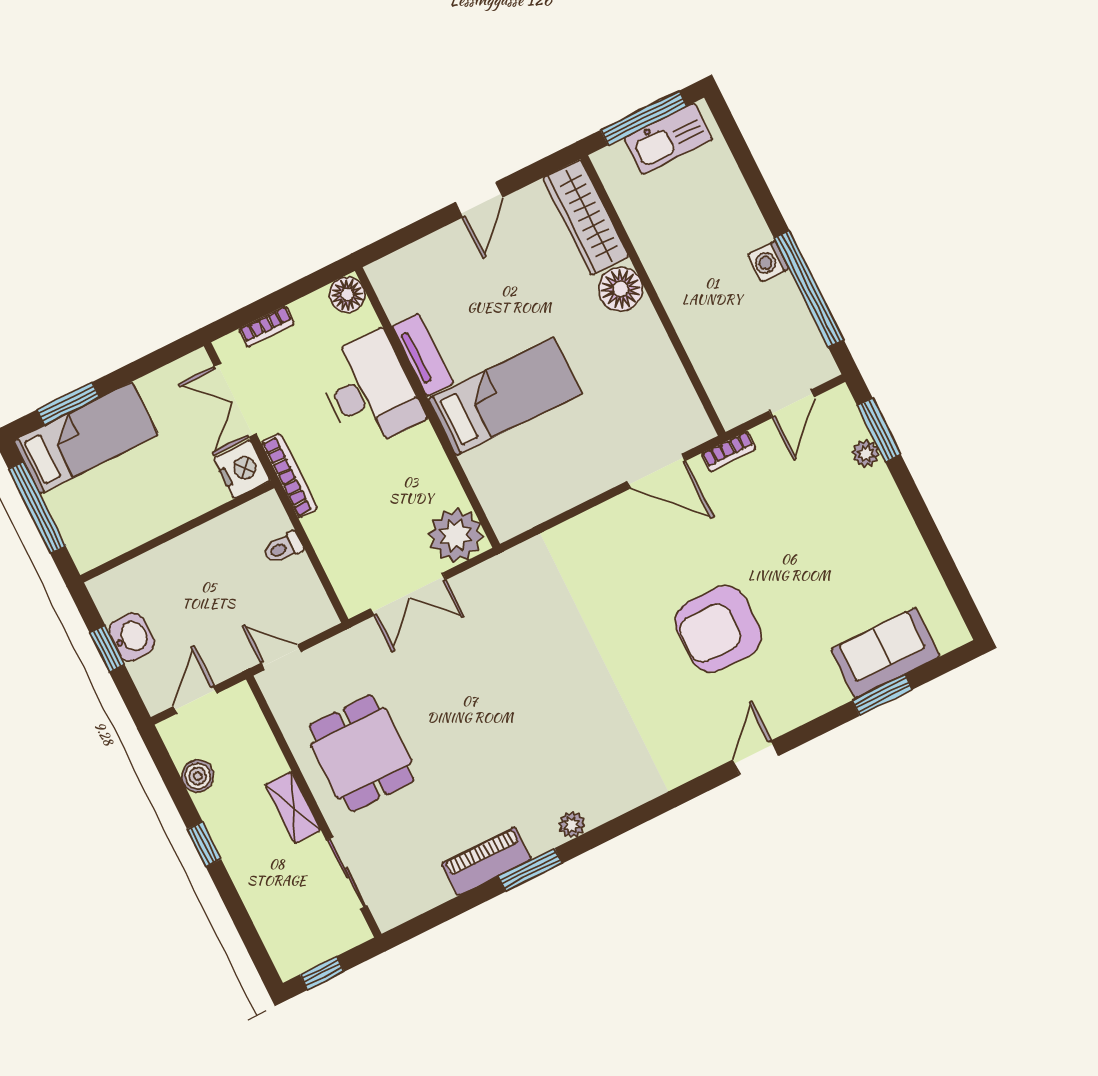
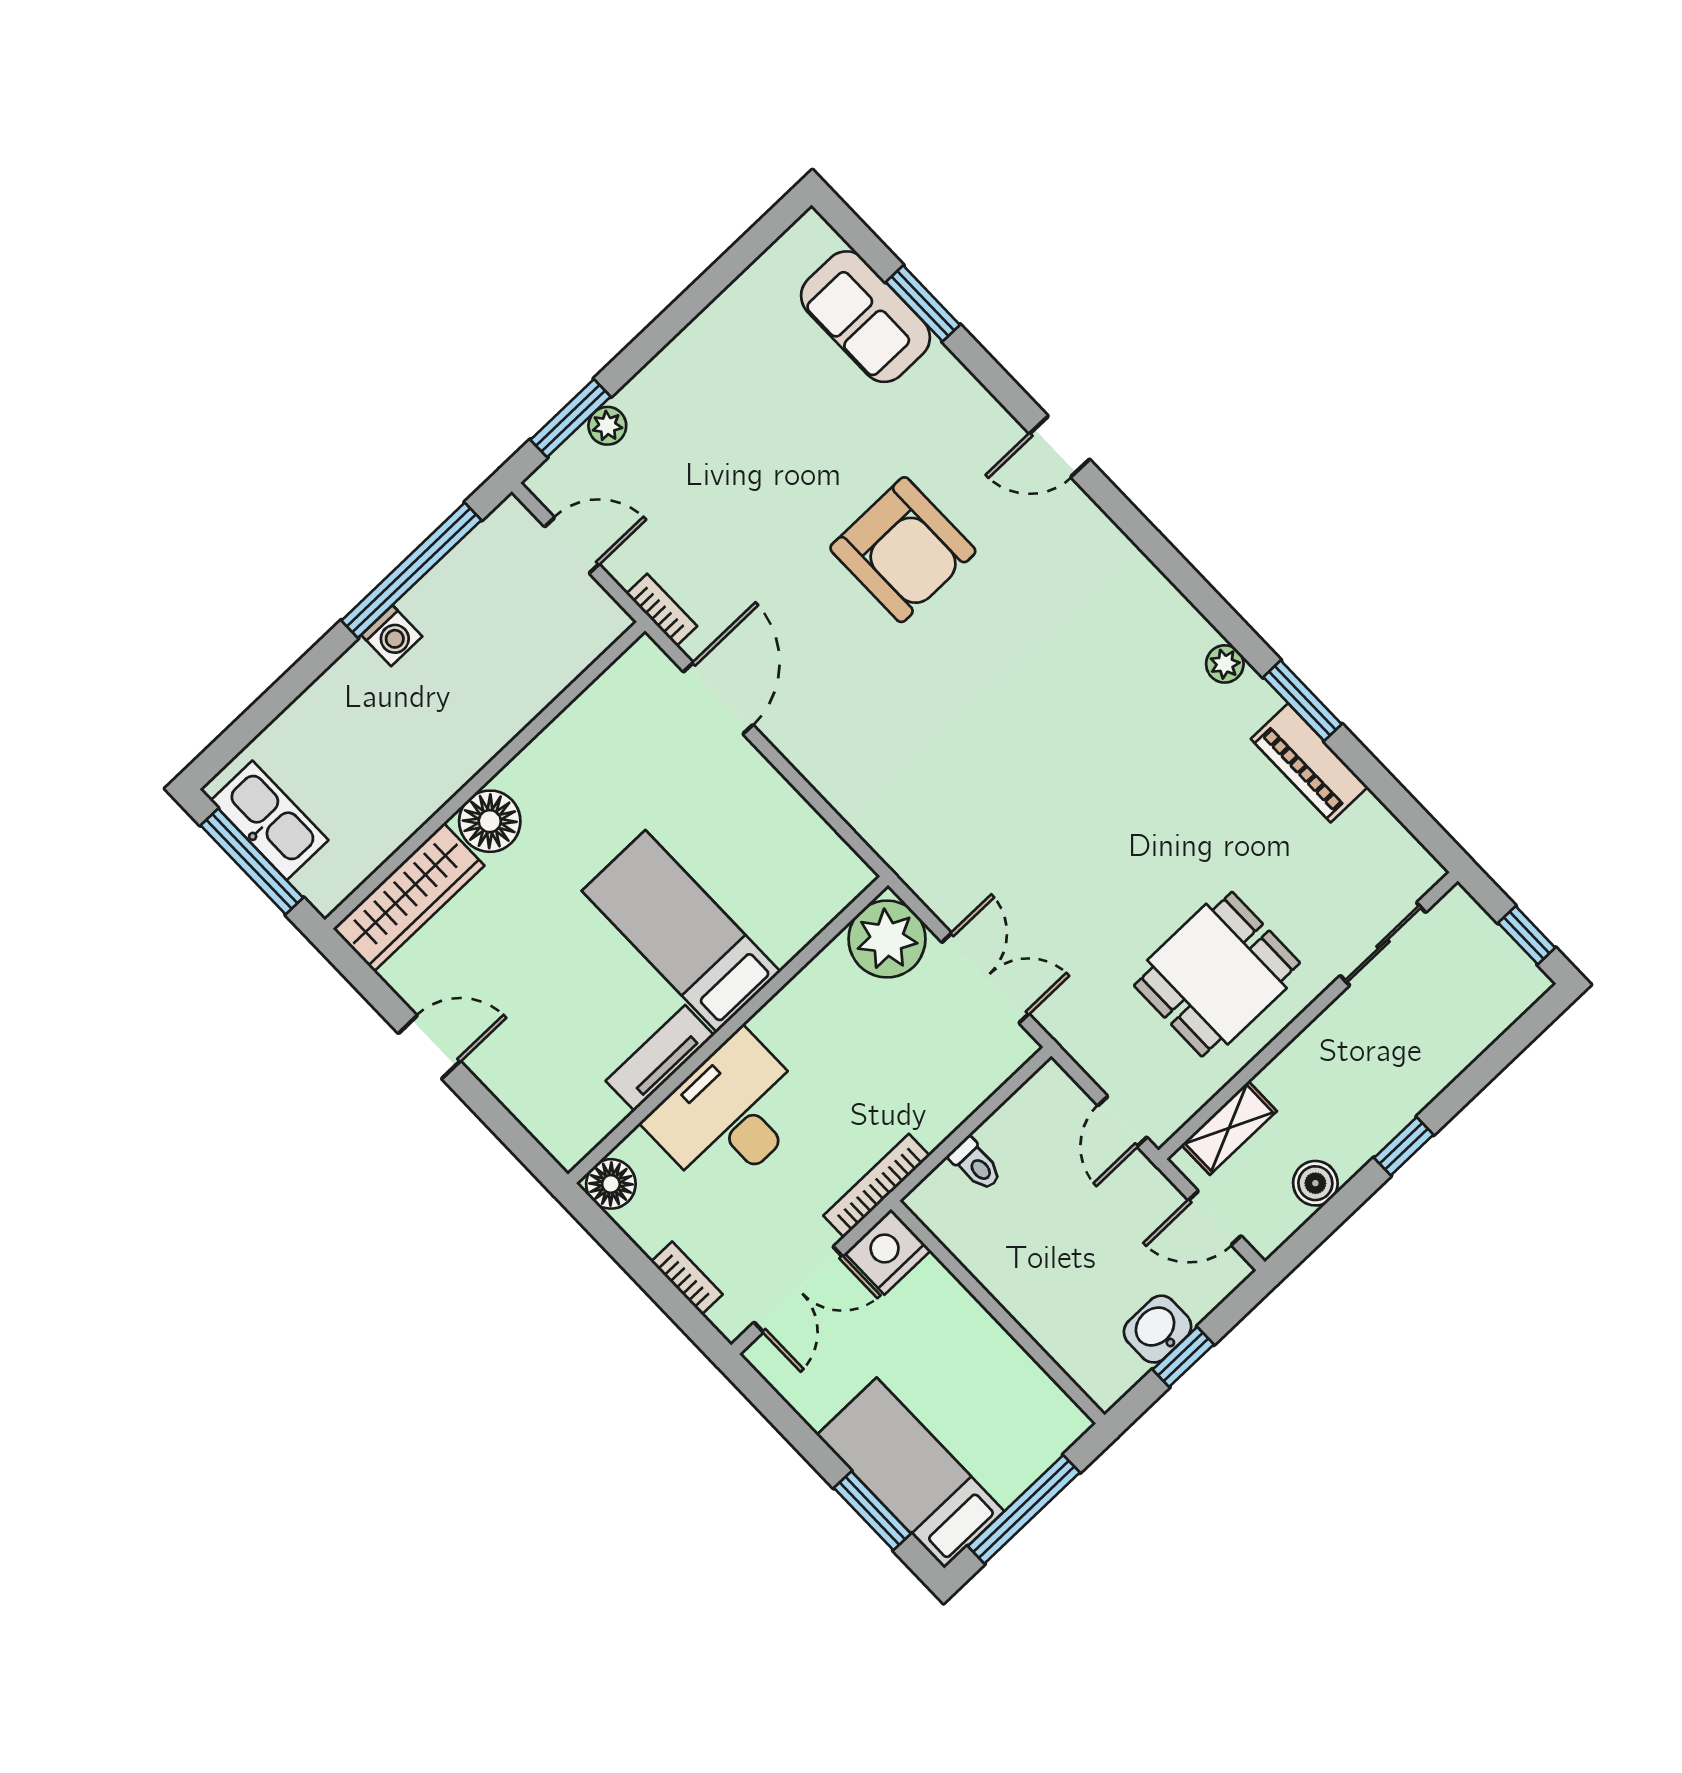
shelving: (293, 808) -> (1229, 1128), moved

